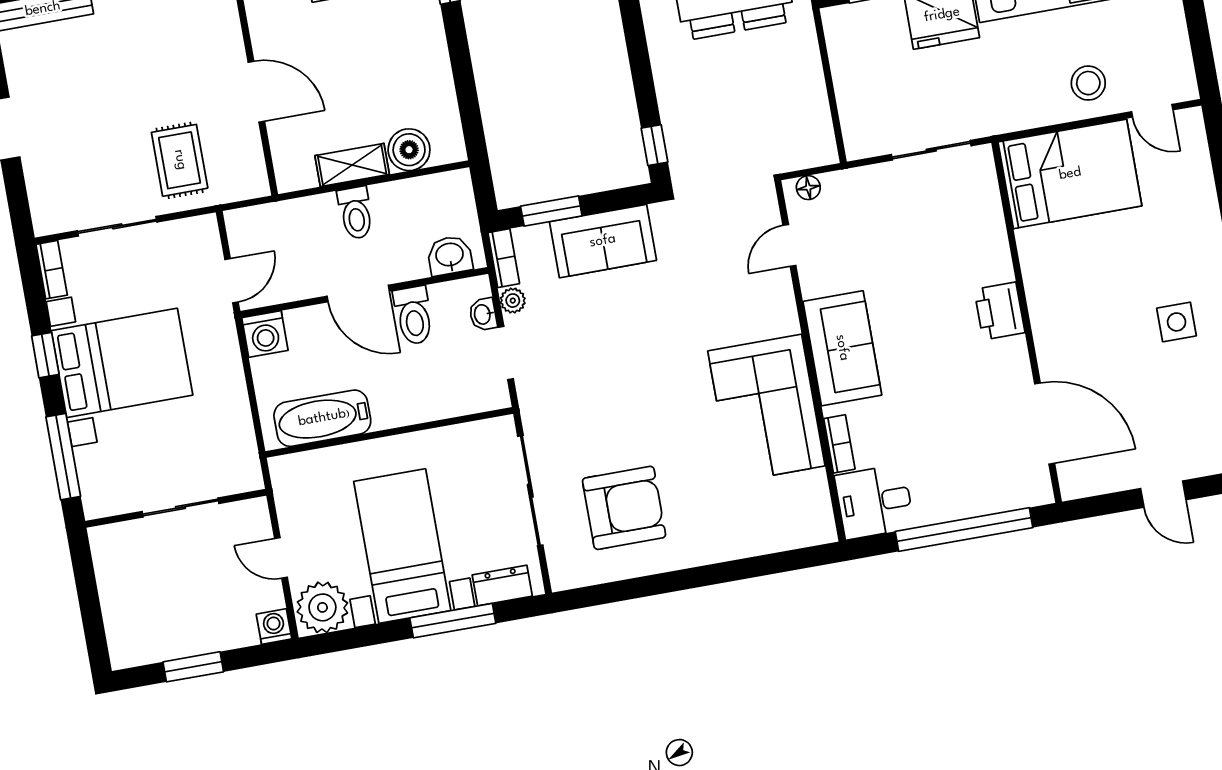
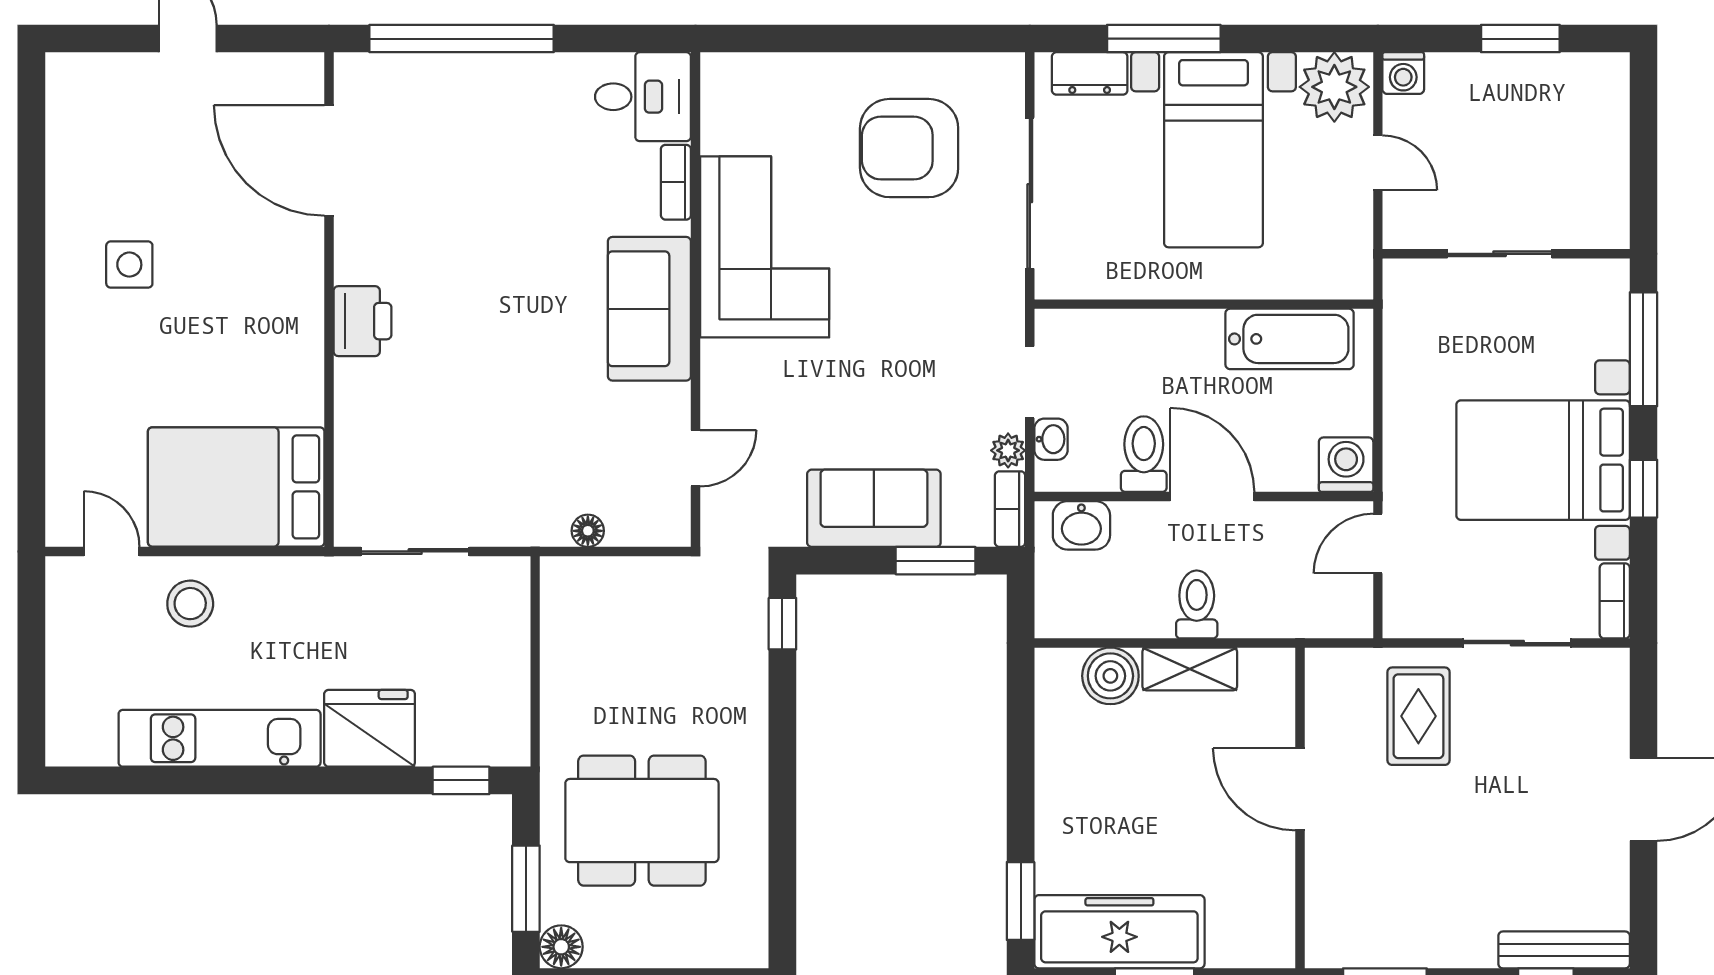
door: (789, 245) -> (695, 458), moved
sofa: (842, 348) -> (649, 309), moved
wall: (810, 361) -> (695, 300), moved
corner sofa: (766, 408) -> (765, 247), moved
bookcase: (839, 444) -> (676, 182), moved
desk: (874, 502) -> (643, 97), moved

